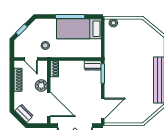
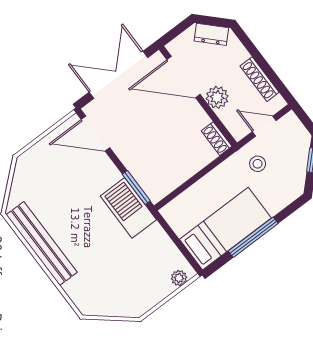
dresser: (93, 65) -> (161, 188), removed
barbecue: (112, 68) -> (128, 208), added
door: (103, 108) -> (96, 134), hinge flipped

